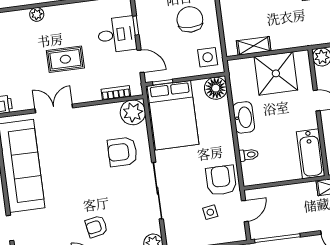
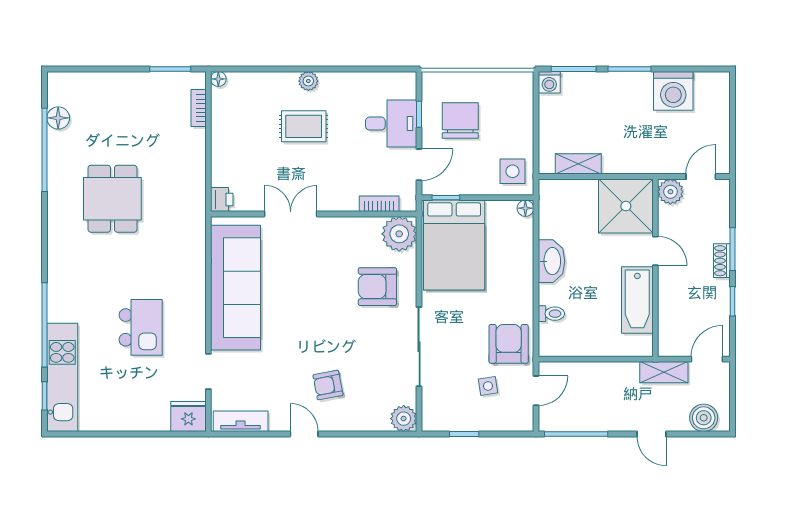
plant: (37, 14) -> (308, 81), moved
chair: (190, 19) -> (460, 121), moved
rug: (65, 59) -> (304, 126), moved
door: (140, 61) -> (419, 165), hinge flipped
shower: (276, 73) -> (626, 206), moved
floor lamp: (216, 88) -> (525, 208), width x0.53, depth x0.53
bathtub: (311, 154) -> (637, 300), moved

